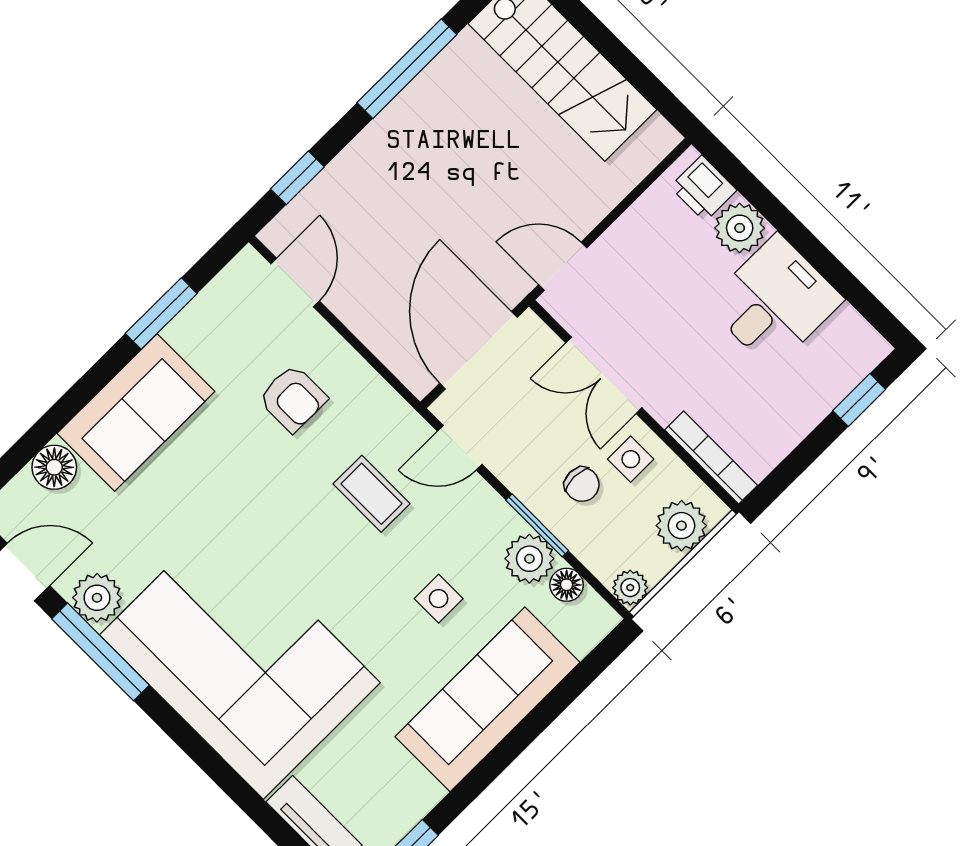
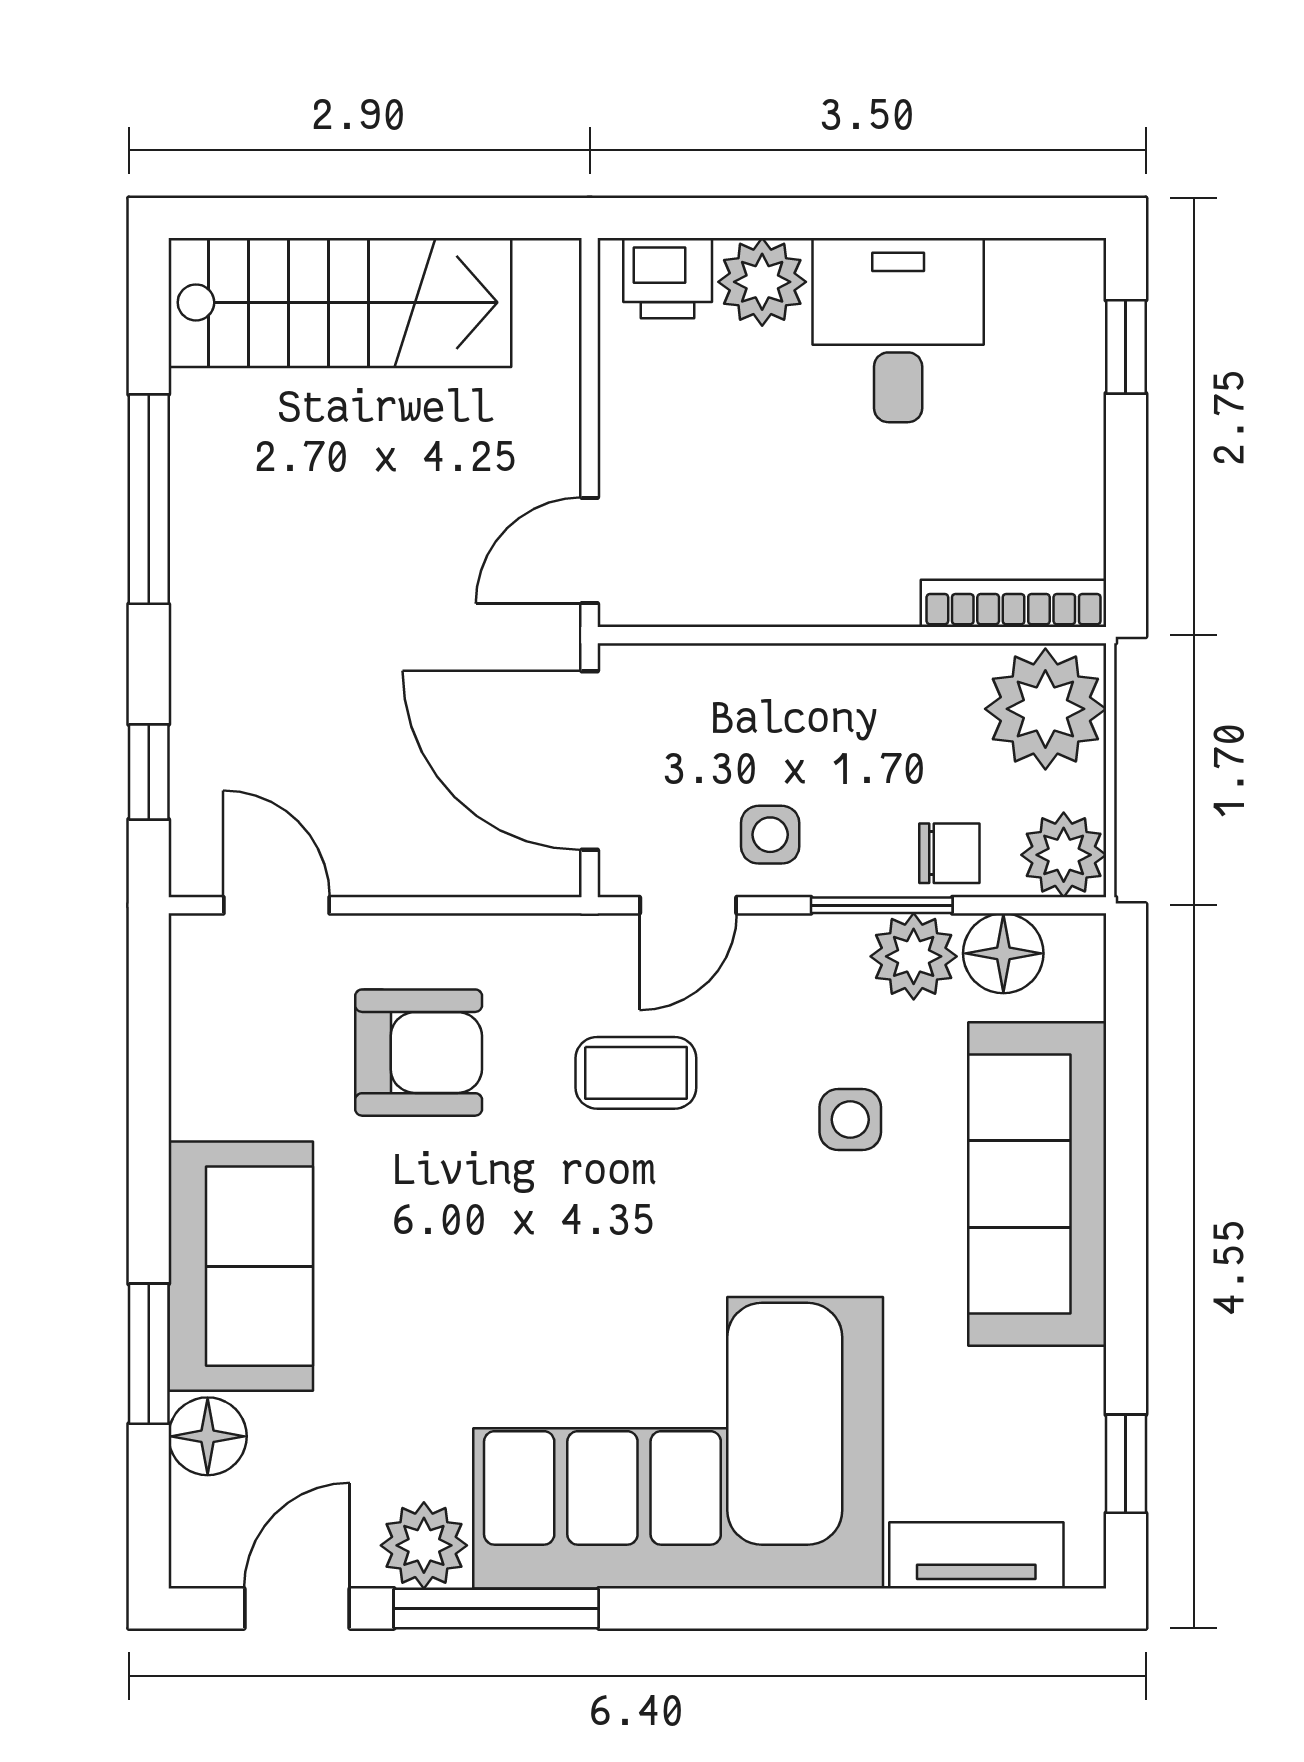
window: (161, 314) -> (149, 1354), moved
double door: (604, 375) -> (777, 635), removed
armchair: (293, 398) -> (419, 1053), width x1.38, depth x1.38
side table: (631, 459) -> (770, 835), moved
chair: (582, 484) -> (949, 853), moved
plant: (681, 526) -> (1045, 709), width x1.36, depth x1.36
floor lamp: (567, 585) -> (1003, 953), width x1.37, depth x1.37
plant: (630, 588) -> (1064, 855), width x1.38, depth x1.38

